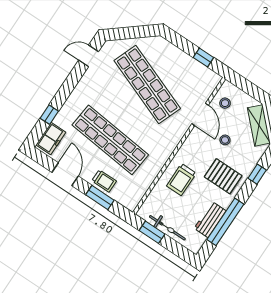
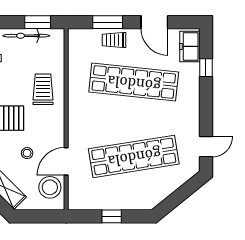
window: (203, 57) -> (112, 216), moved
shop shelf: (147, 84) -> (134, 156), turned -30
stool: (225, 103) -> (50, 187), width x1.89, depth x1.89
door: (200, 114) -> (66, 161), hinge flipped

